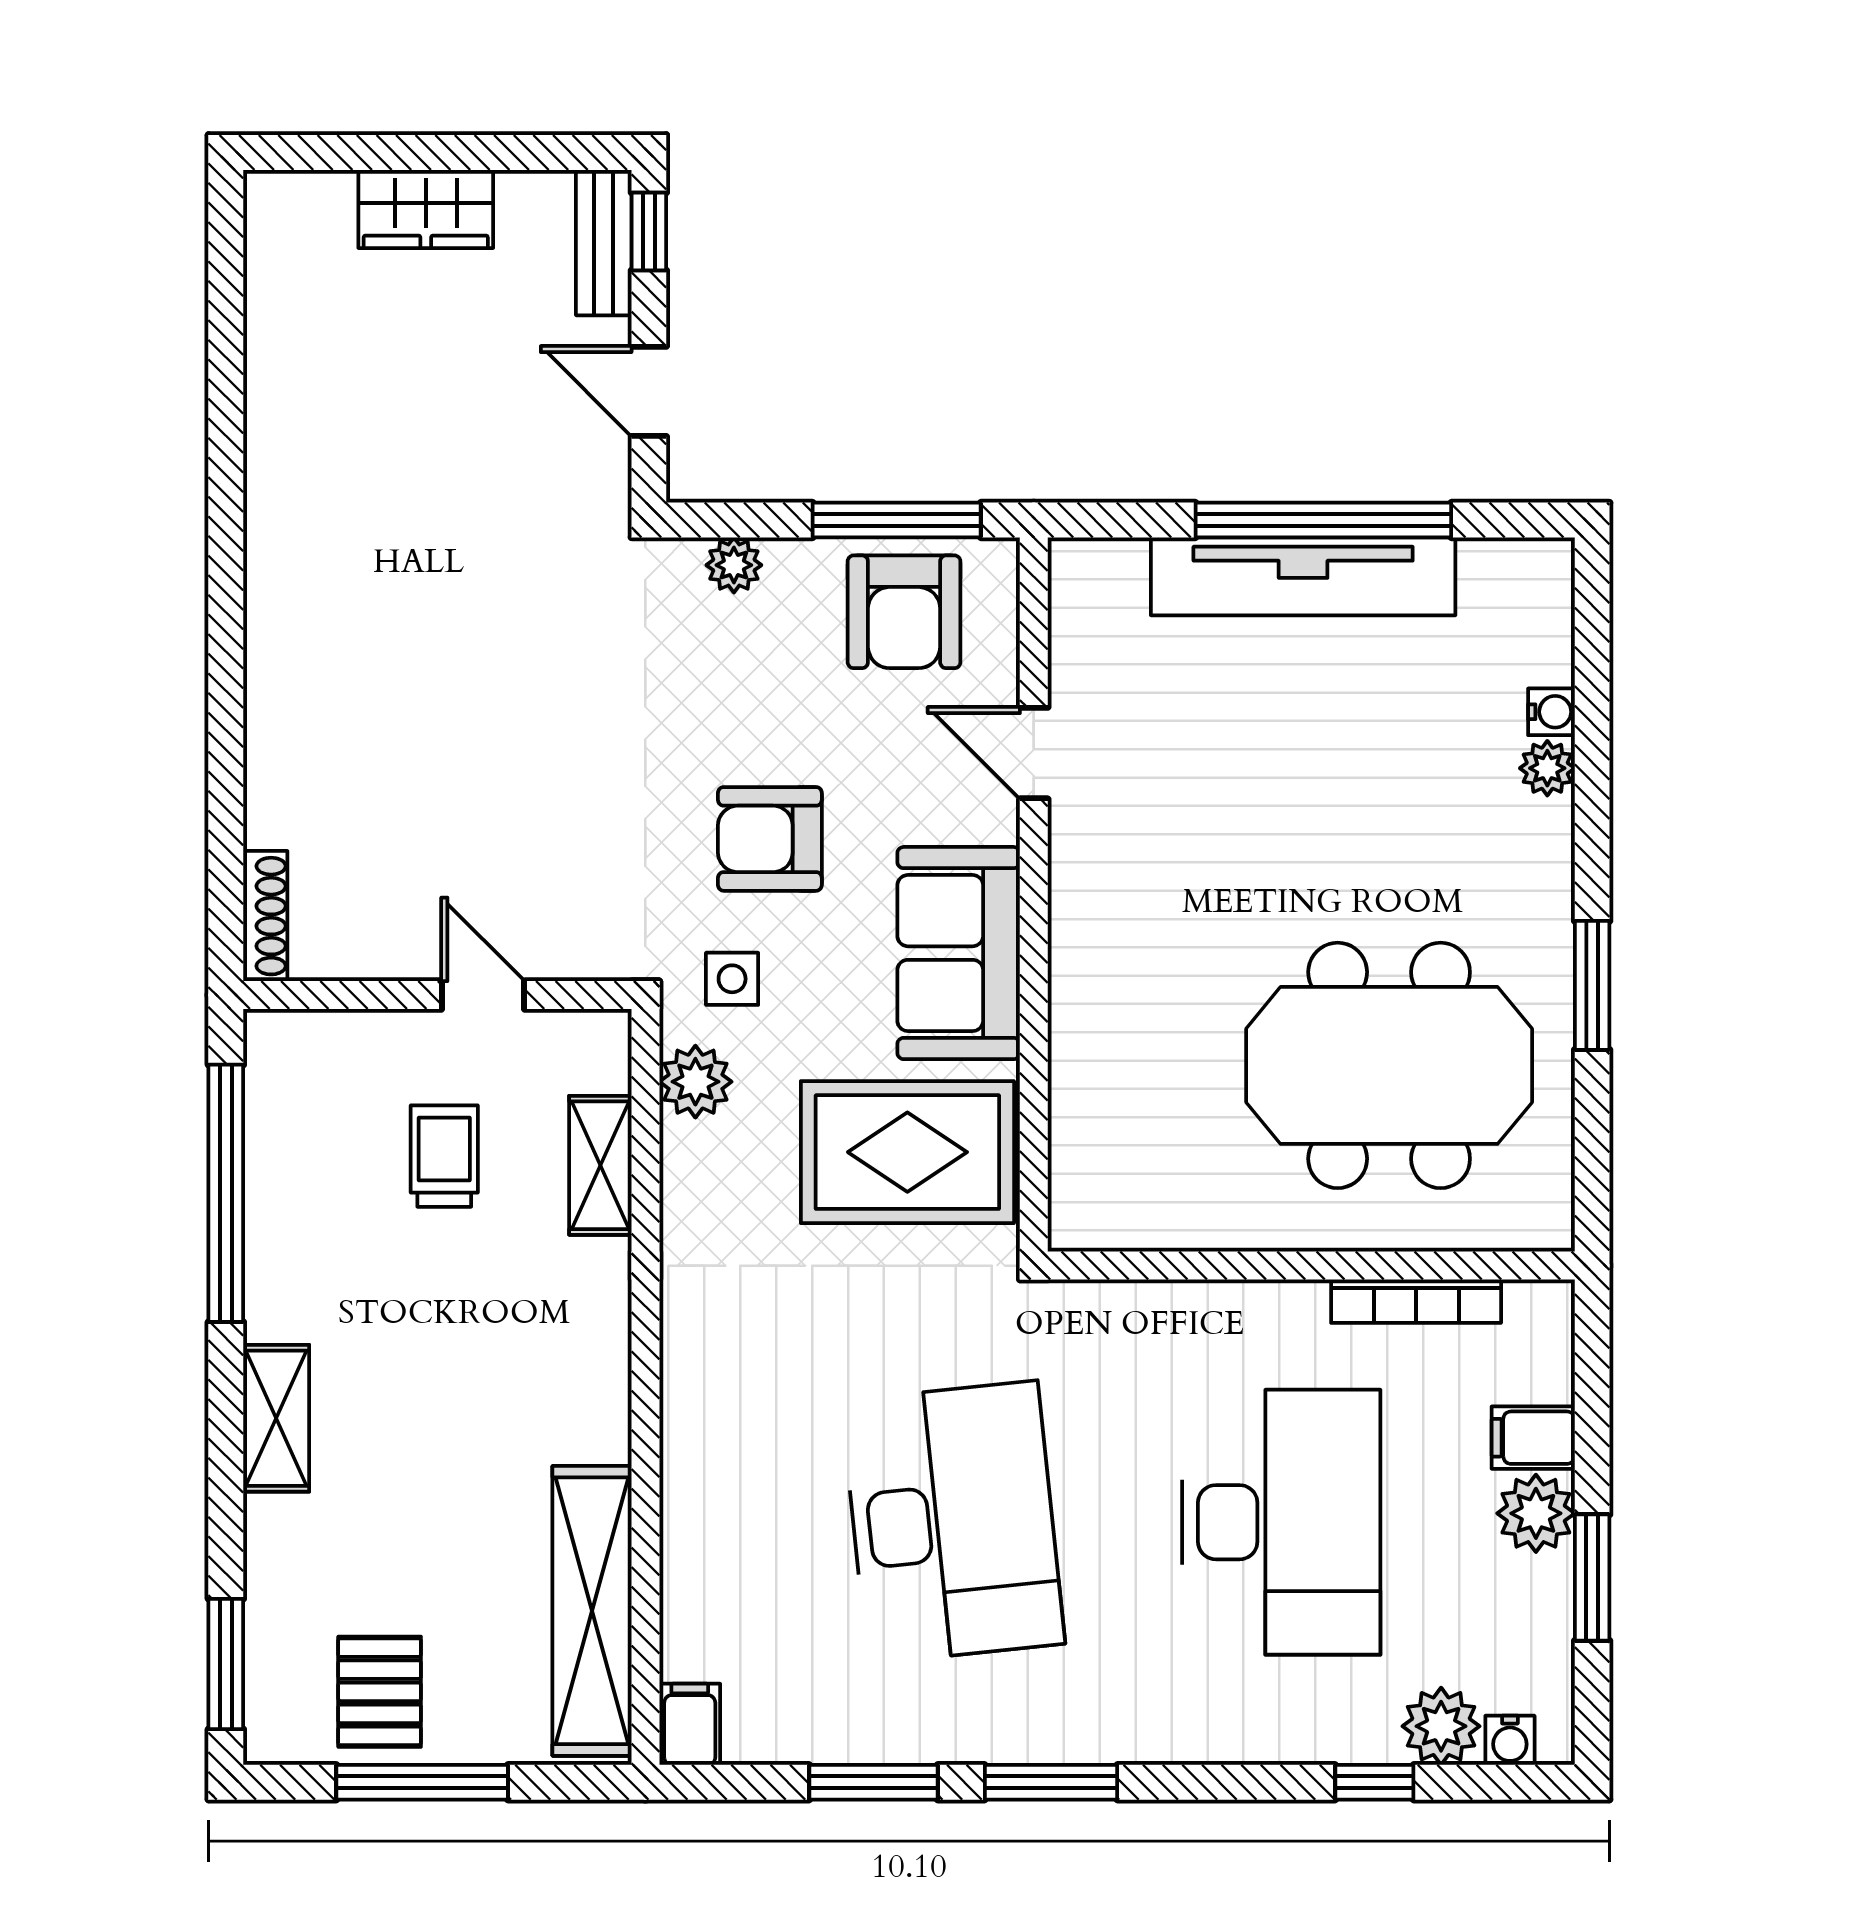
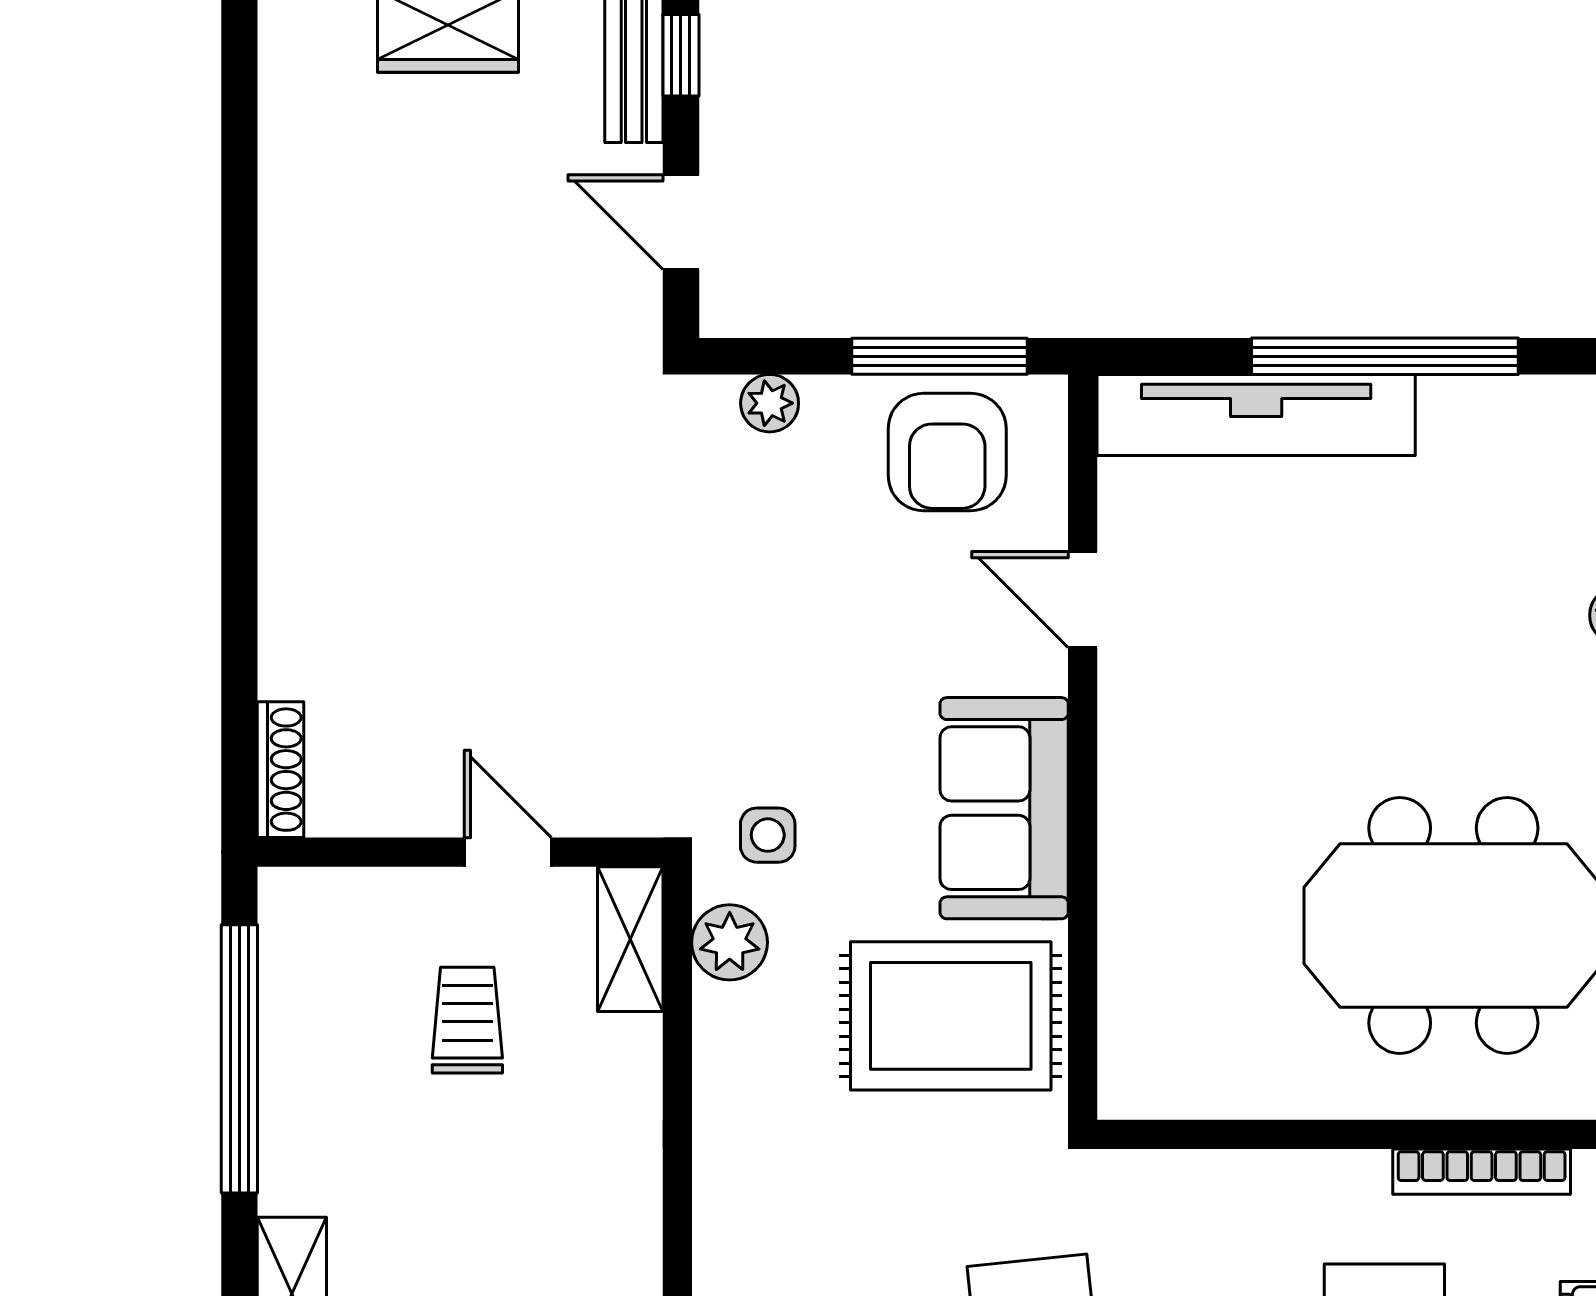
tv unit: (1303, 576) -> (1256, 415), moved
armchair: (770, 839) -> (807, 689), removed
shelving: (600, 1165) -> (630, 939), moved

